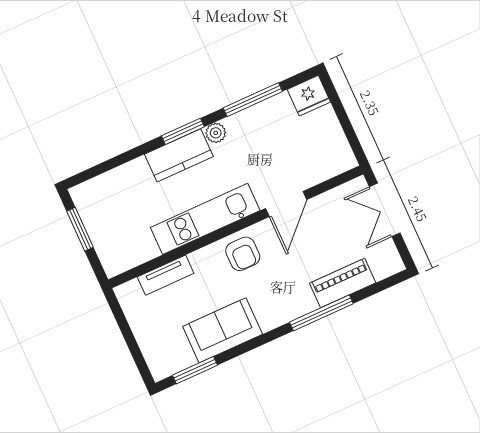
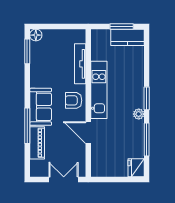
kitchen counter: (179, 155) -> (127, 37), moved, turned -90
tv unit: (166, 275) -> (80, 64), width x1.41
sofa: (223, 330) -> (41, 107), moved
floor lamp: (161, 368) -> (36, 35), added

